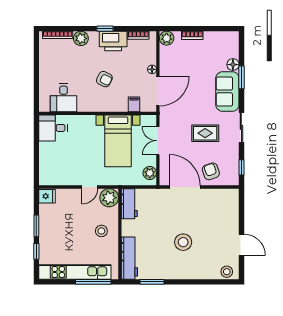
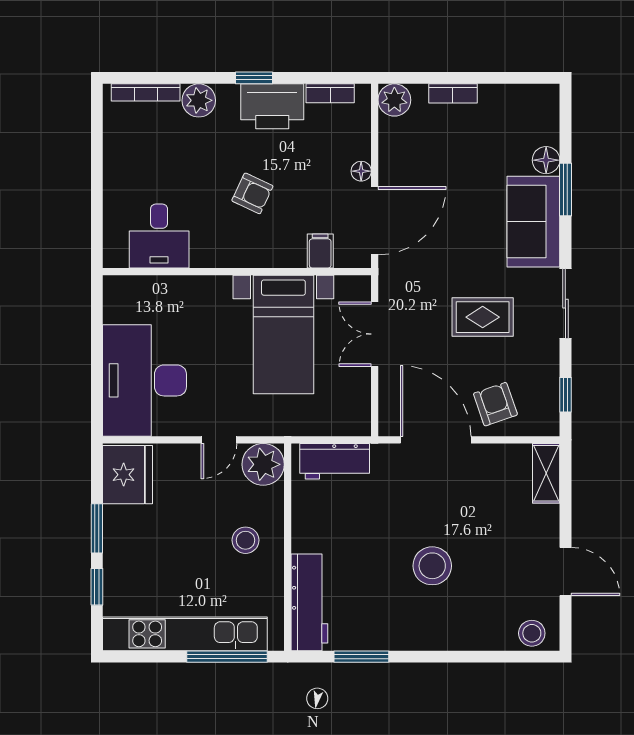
desk: (53, 128) -> (145, 380), moved, width x1.87, depth x1.30
plant: (150, 173) -> (356, 408), removed
fridge: (47, 196) -> (127, 475), width x1.88, depth x1.34
shelving: (233, 202) -> (546, 473), added
workbench: (129, 204) -> (335, 461), moved, turned 90

